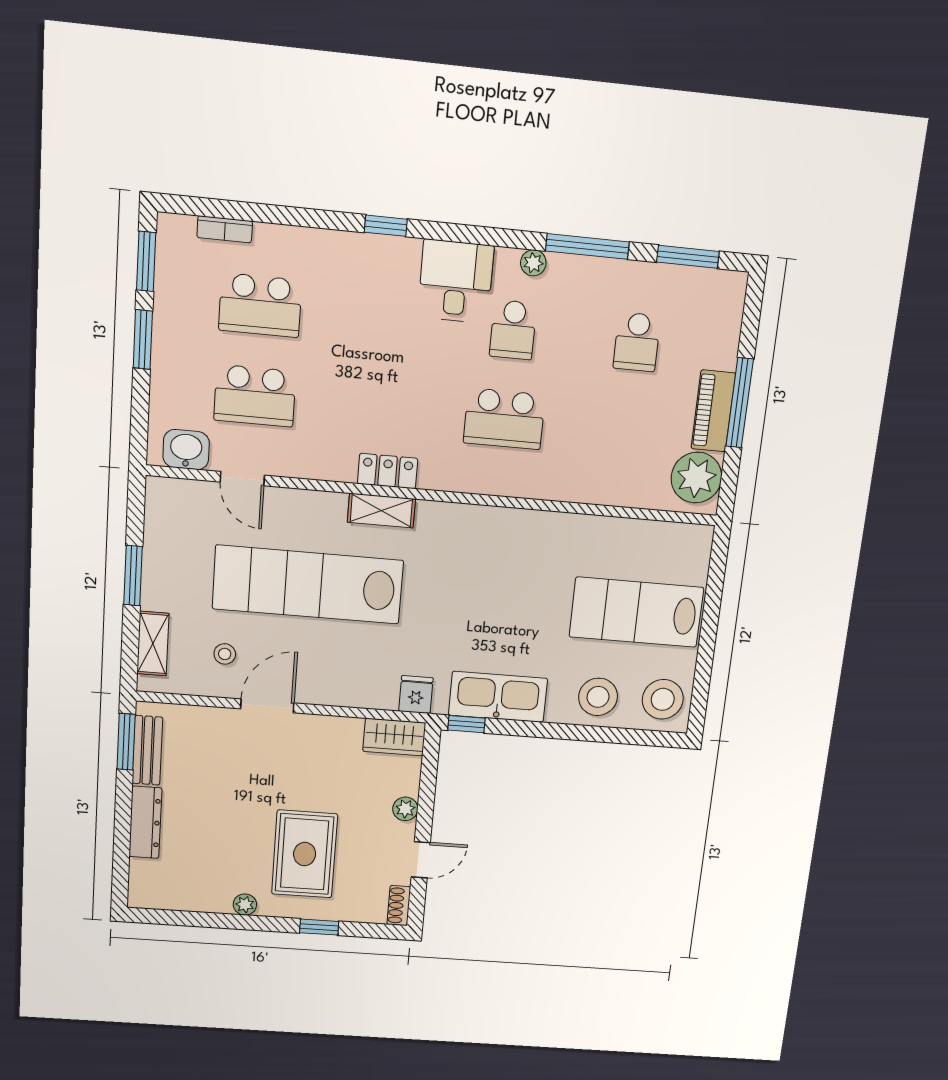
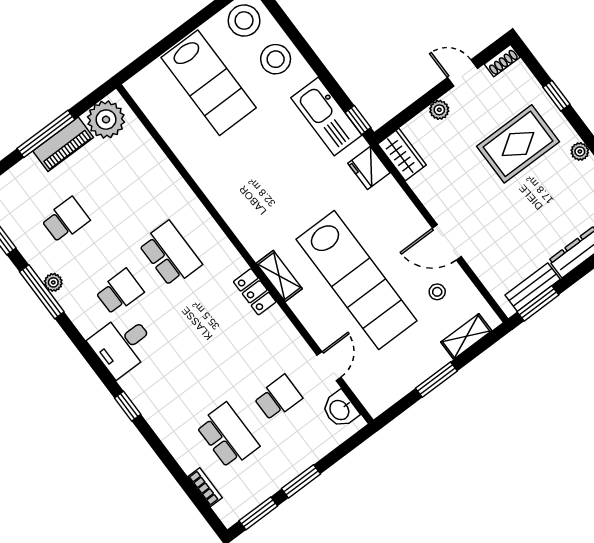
plant: (533, 263) -> (53, 282), moved
school desk: (255, 396) -> (278, 398), width x0.54
fridge: (416, 695) -> (369, 168), width x1.38

